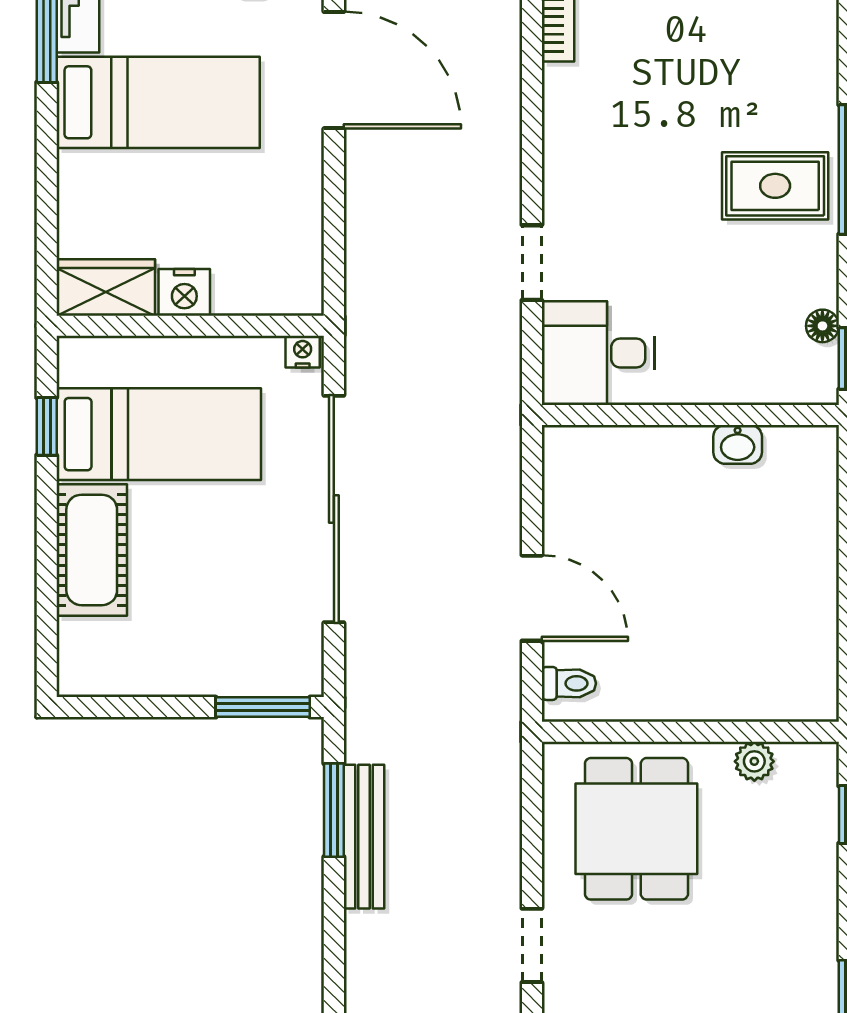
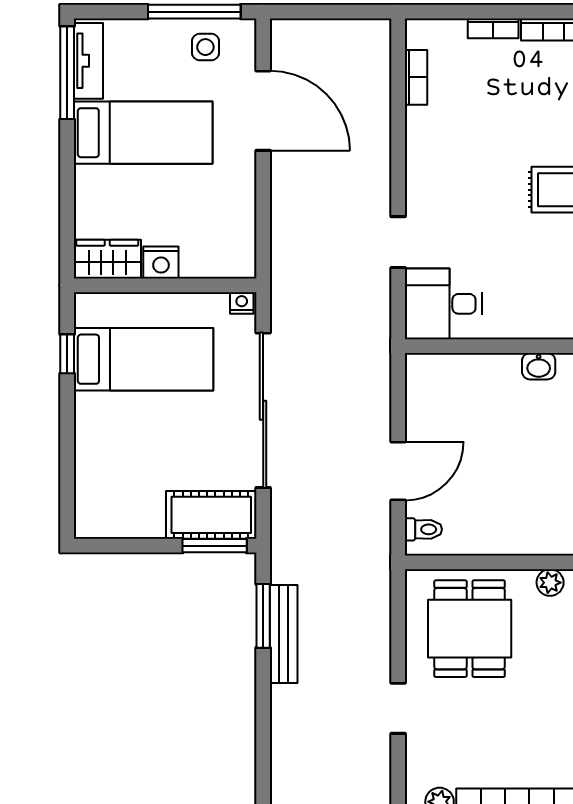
cot: (92, 550) -> (211, 515), moved, turned 90
door: (532, 598) -> (398, 471), hinge flipped

